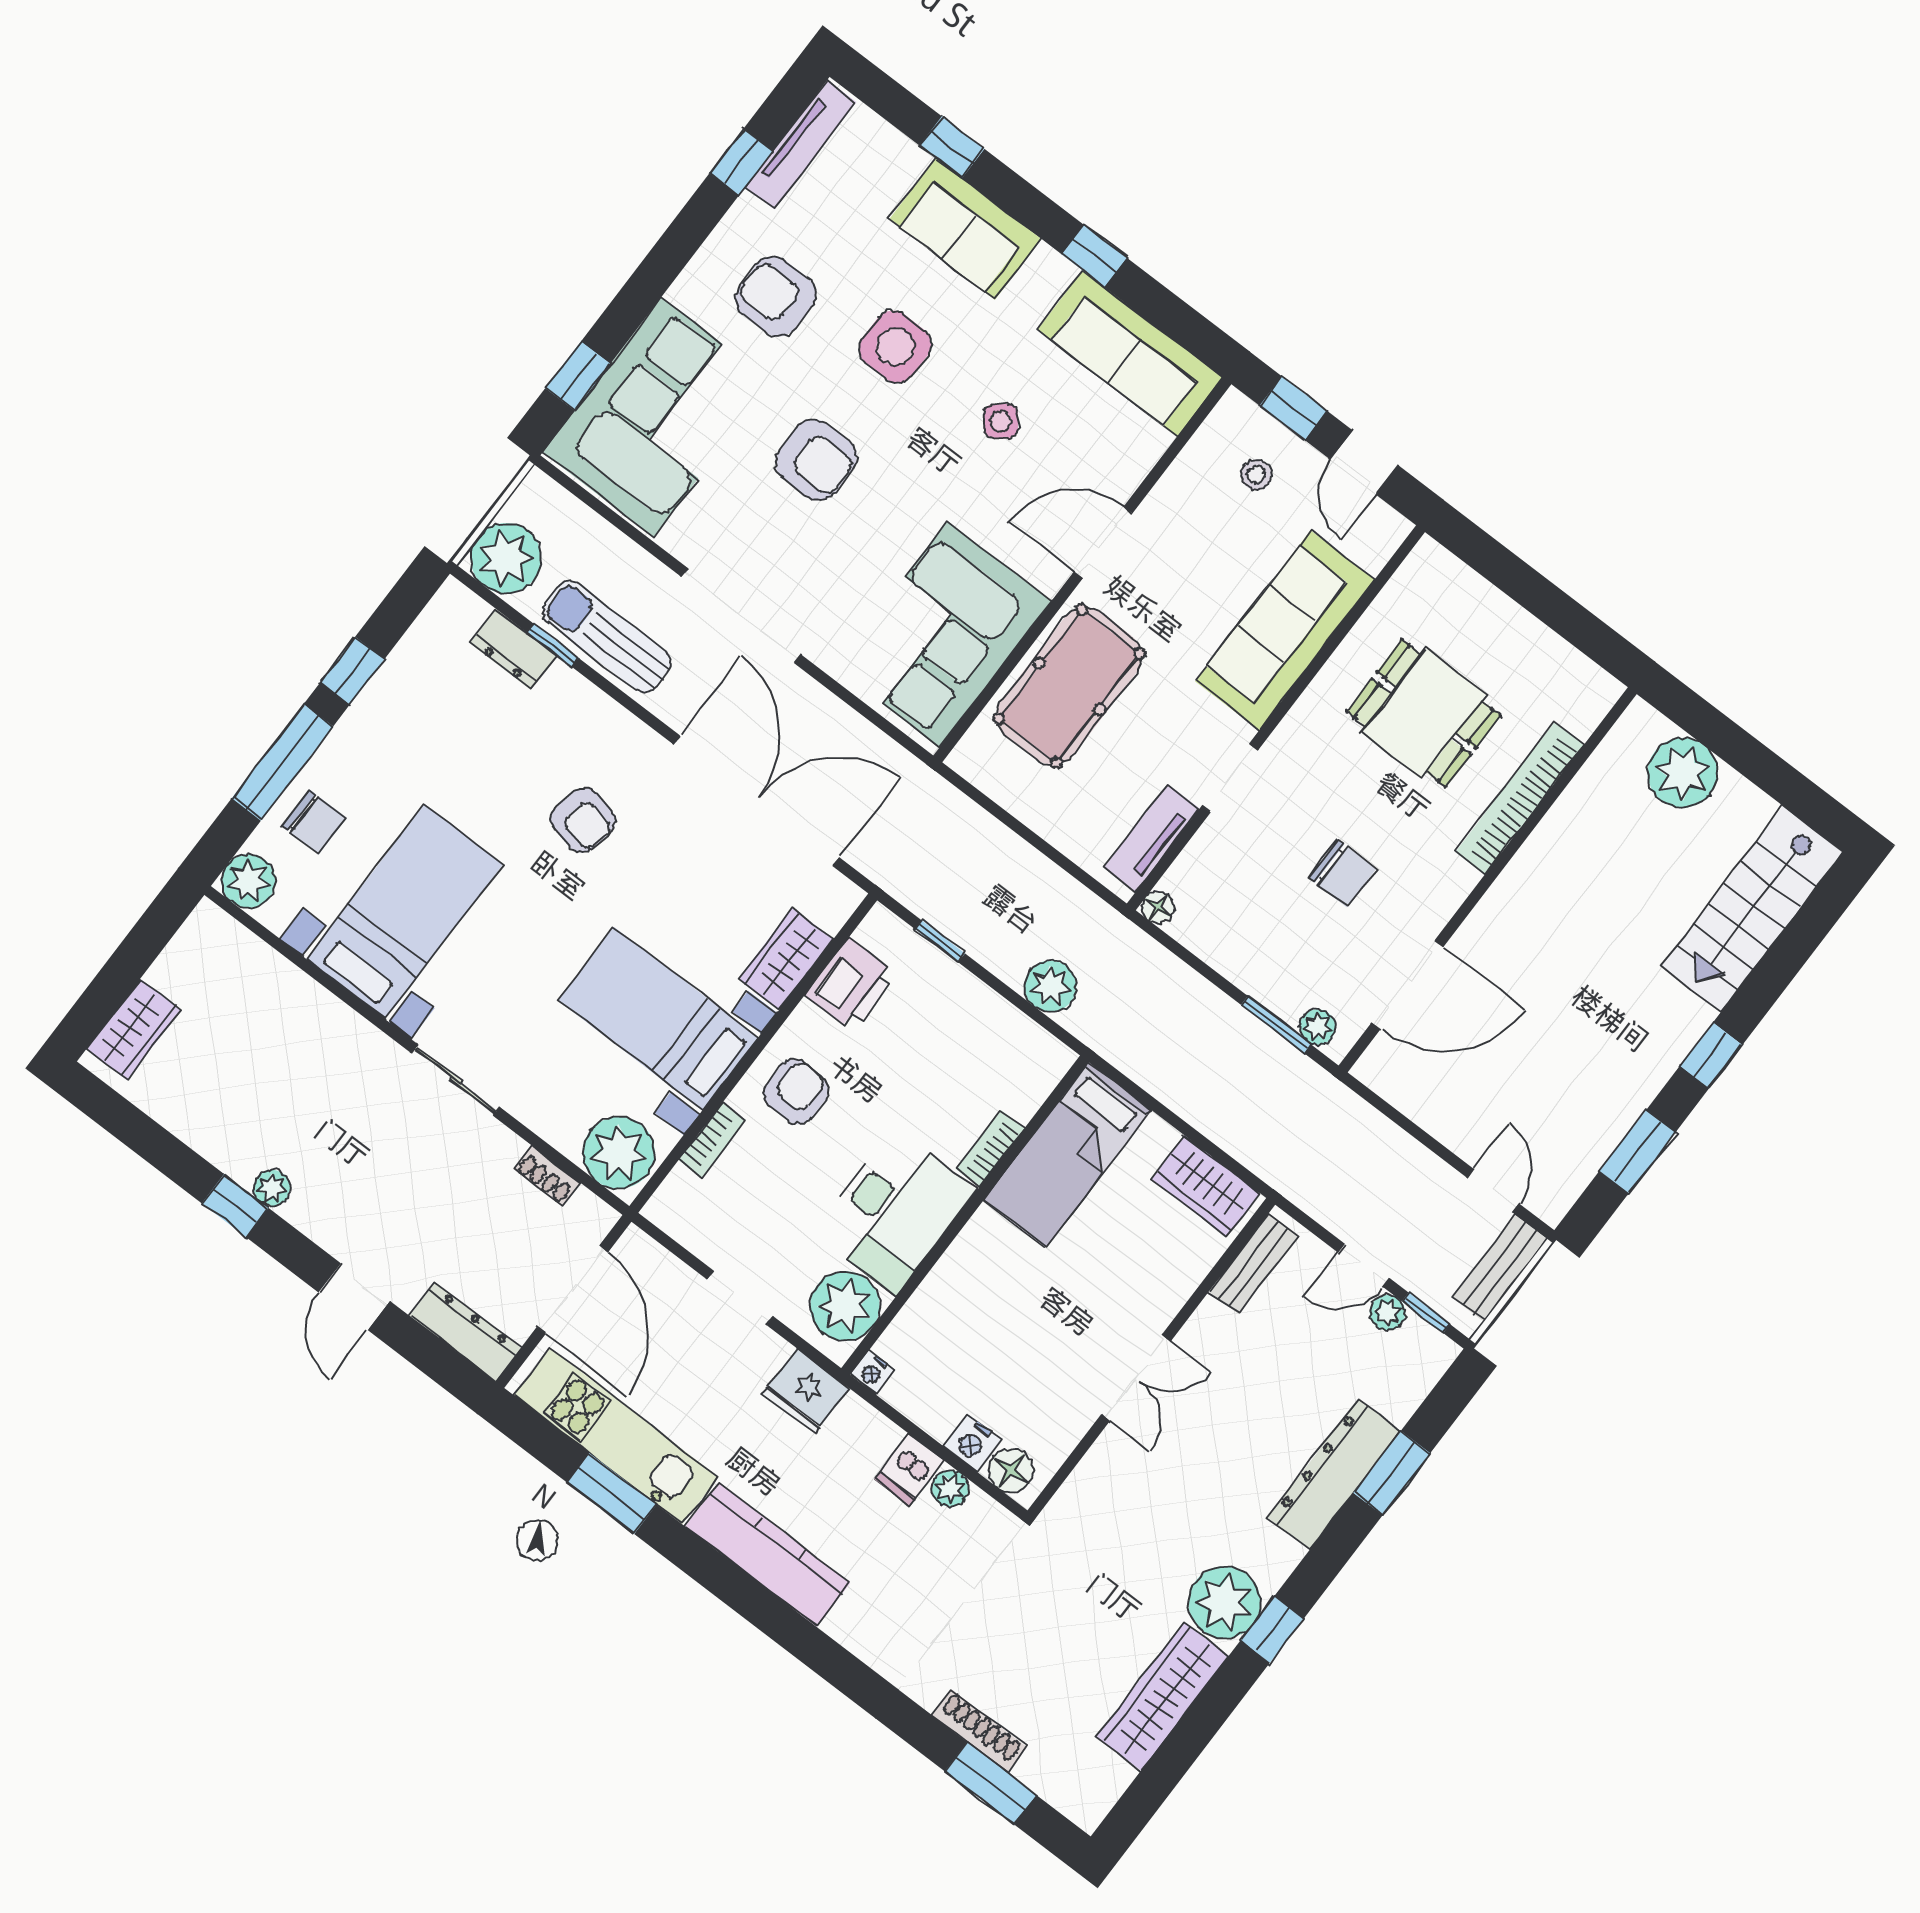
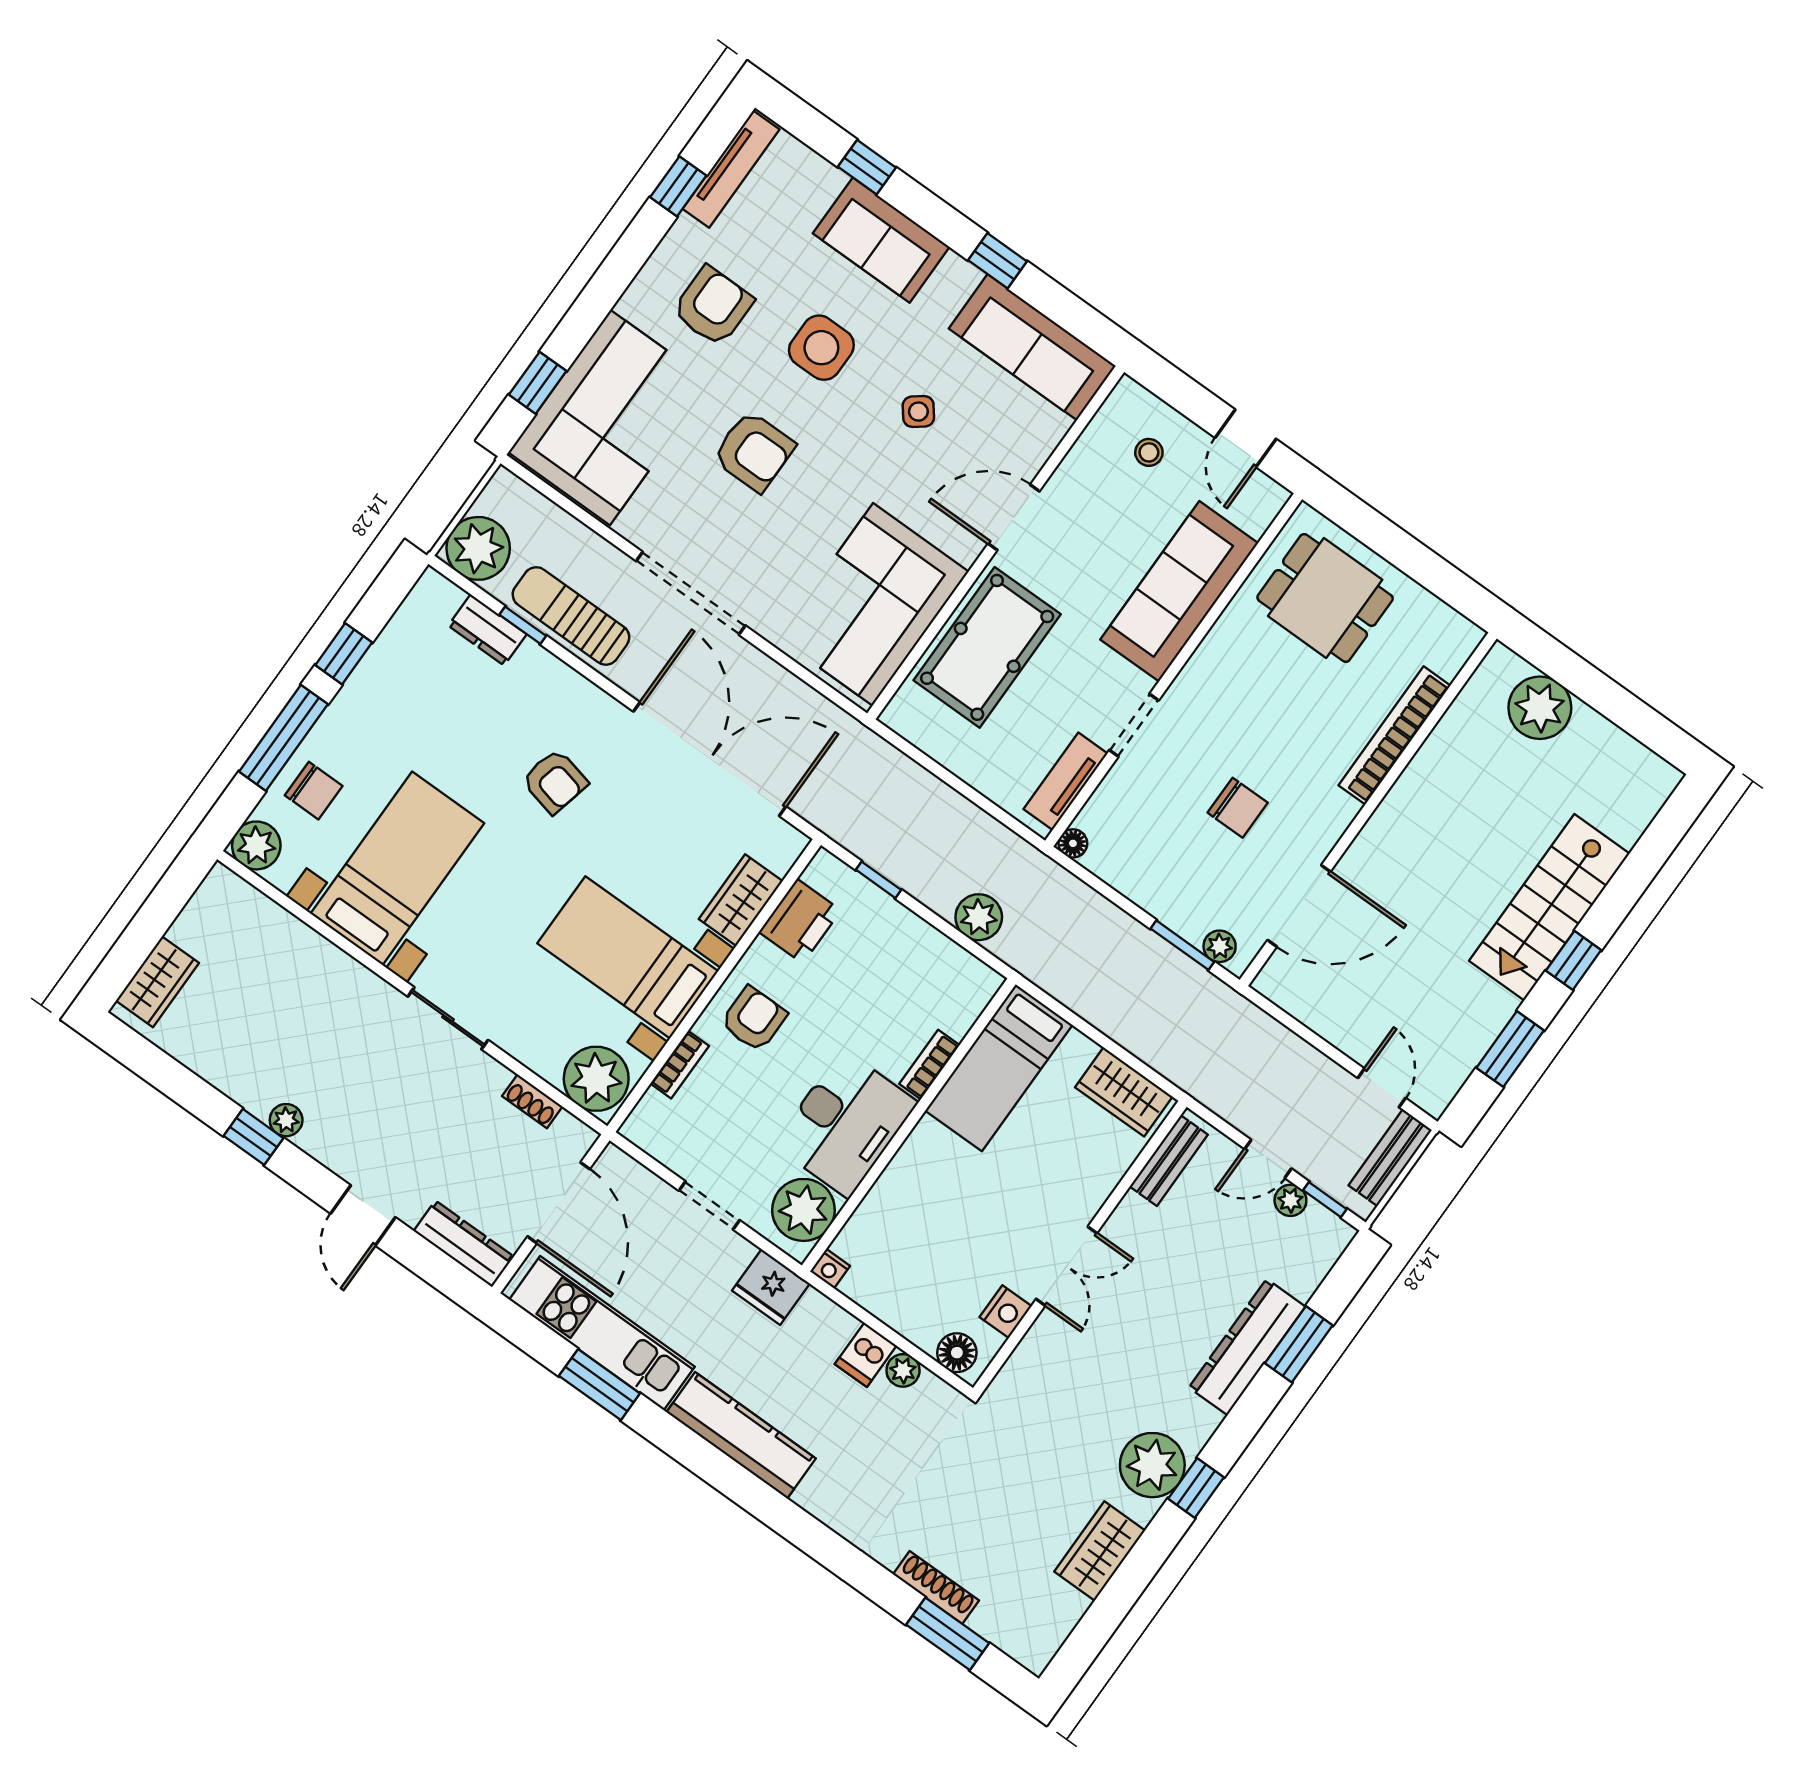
armchair: (776, 297) -> (713, 306), turned 90
window: (1293, 408) -> (1181, 392), removed
dining table: (1424, 713) -> (1325, 598), moved
stairs: (1752, 909) -> (1549, 907), moved
nightstand: (972, 1443) -> (1006, 1312), moved, turned -90
wardrobe: (1163, 1696) -> (1100, 1551), width x0.67

